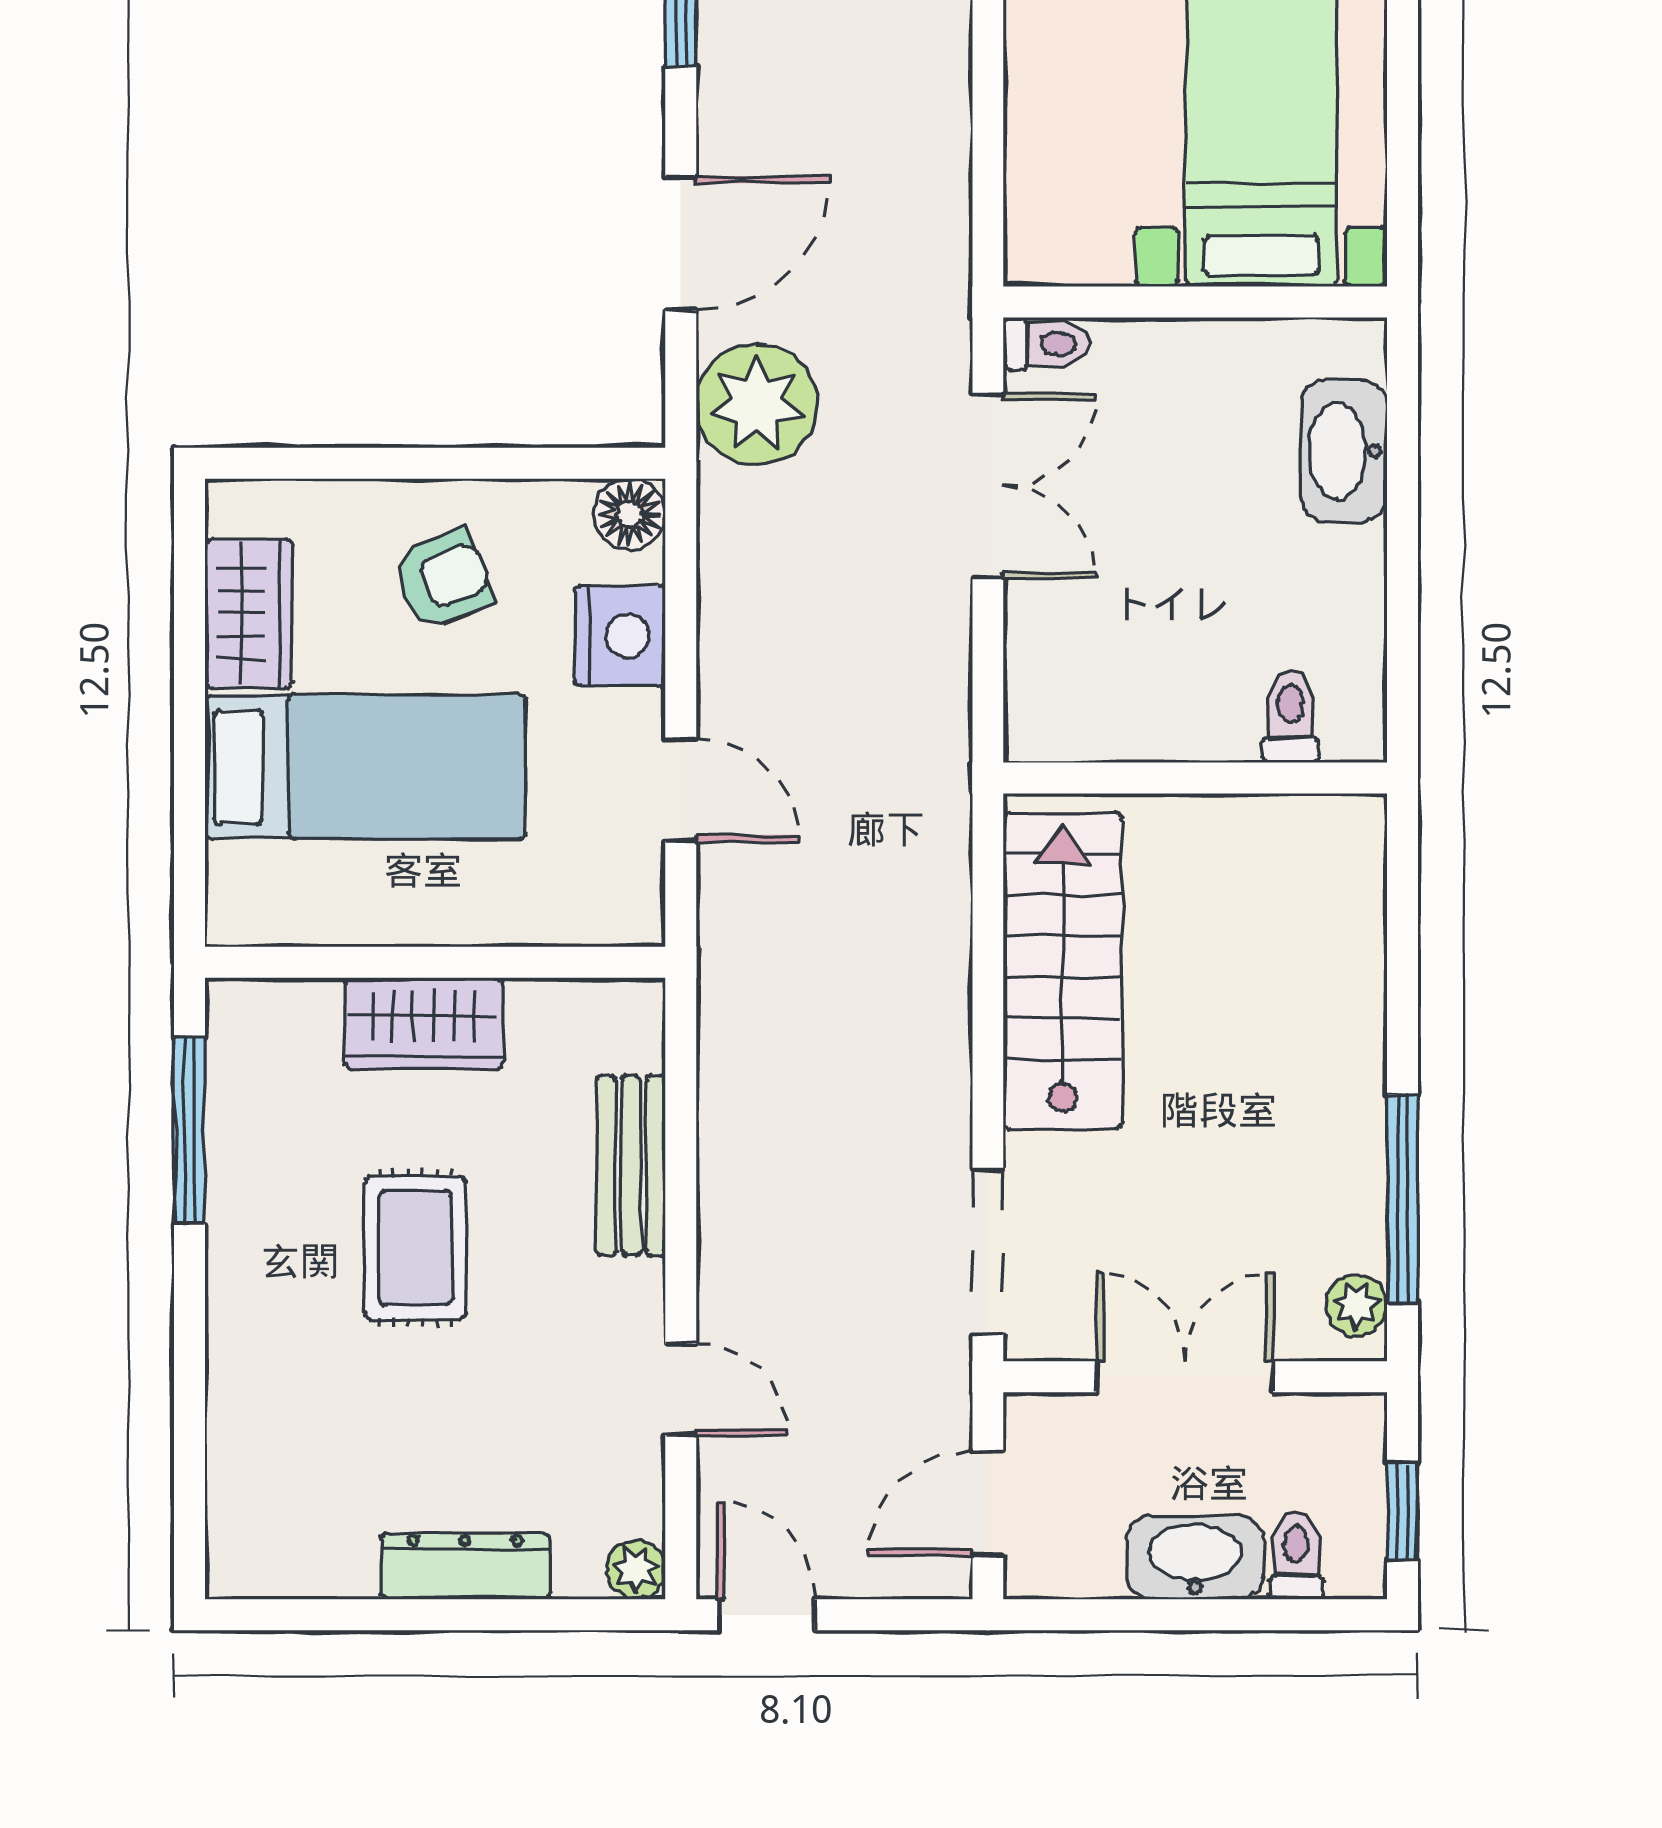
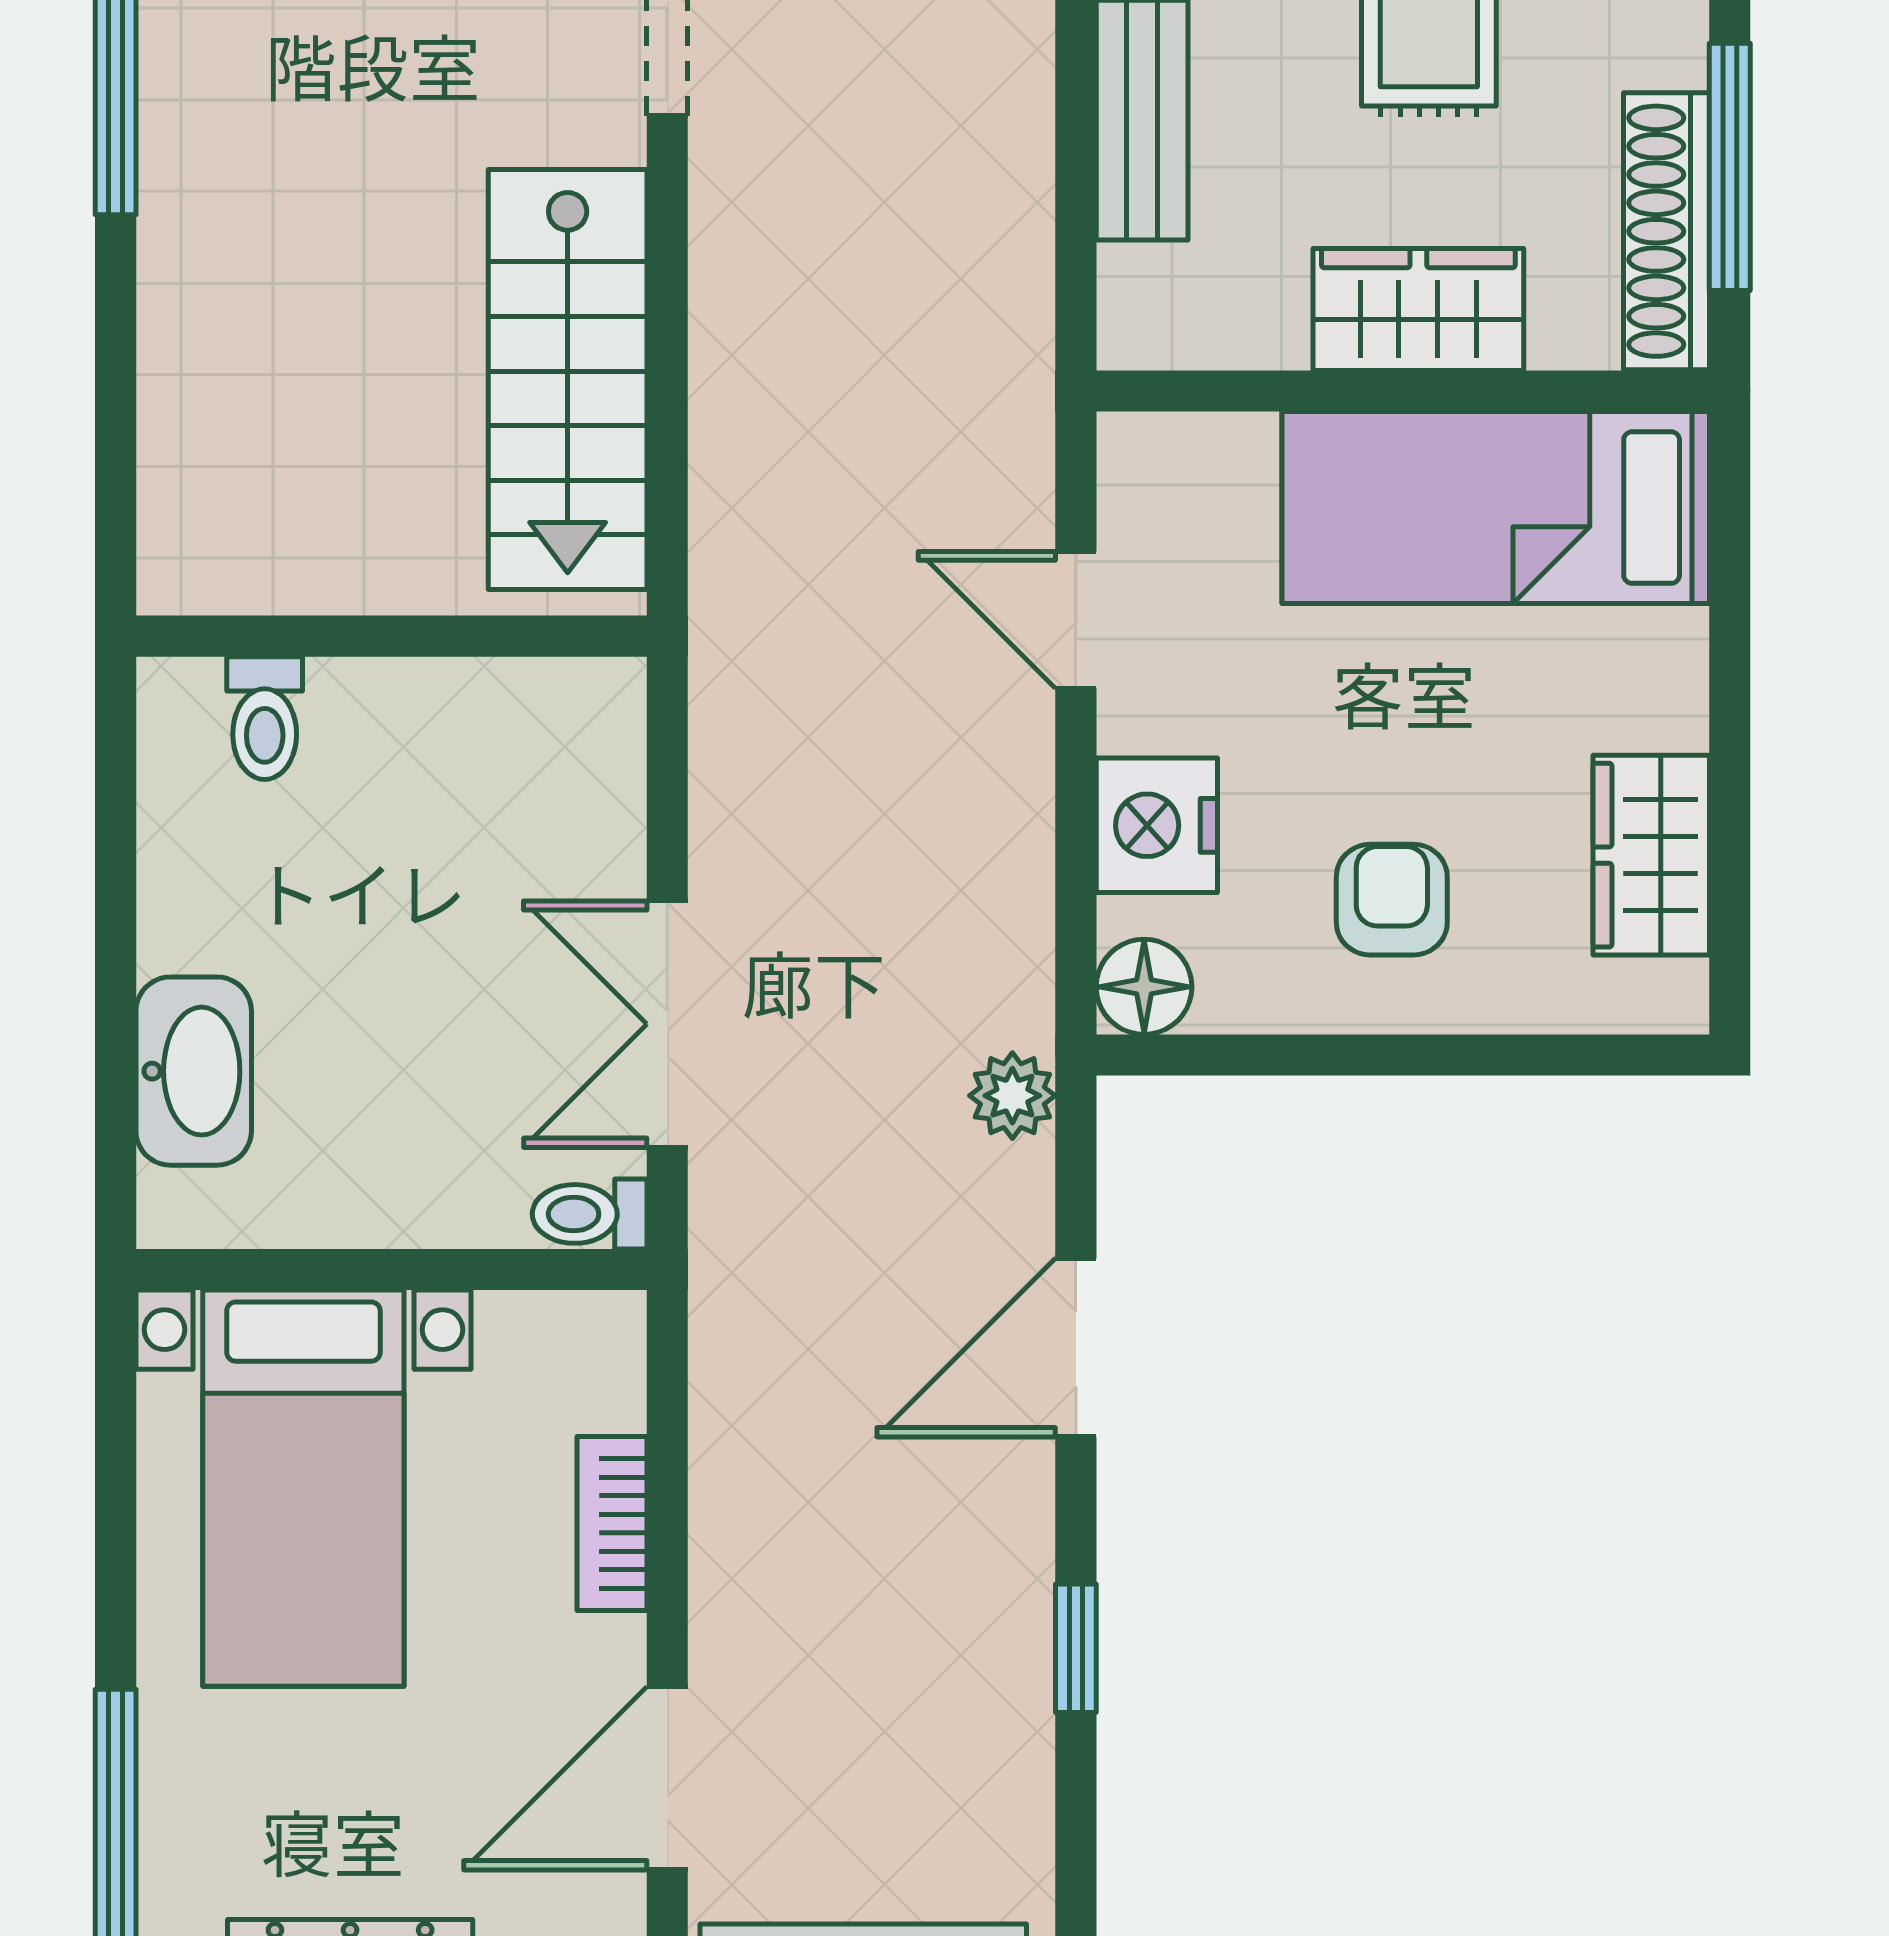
bookcase: (1029, 111) -> (612, 1524), added
plant: (757, 404) -> (1012, 1096), width x0.53, depth x0.53
armchair: (443, 580) -> (1392, 900), turned 112
bed: (365, 767) -> (1496, 508), moved
shoe rack: (237, 1082) -> (1666, 231), added

